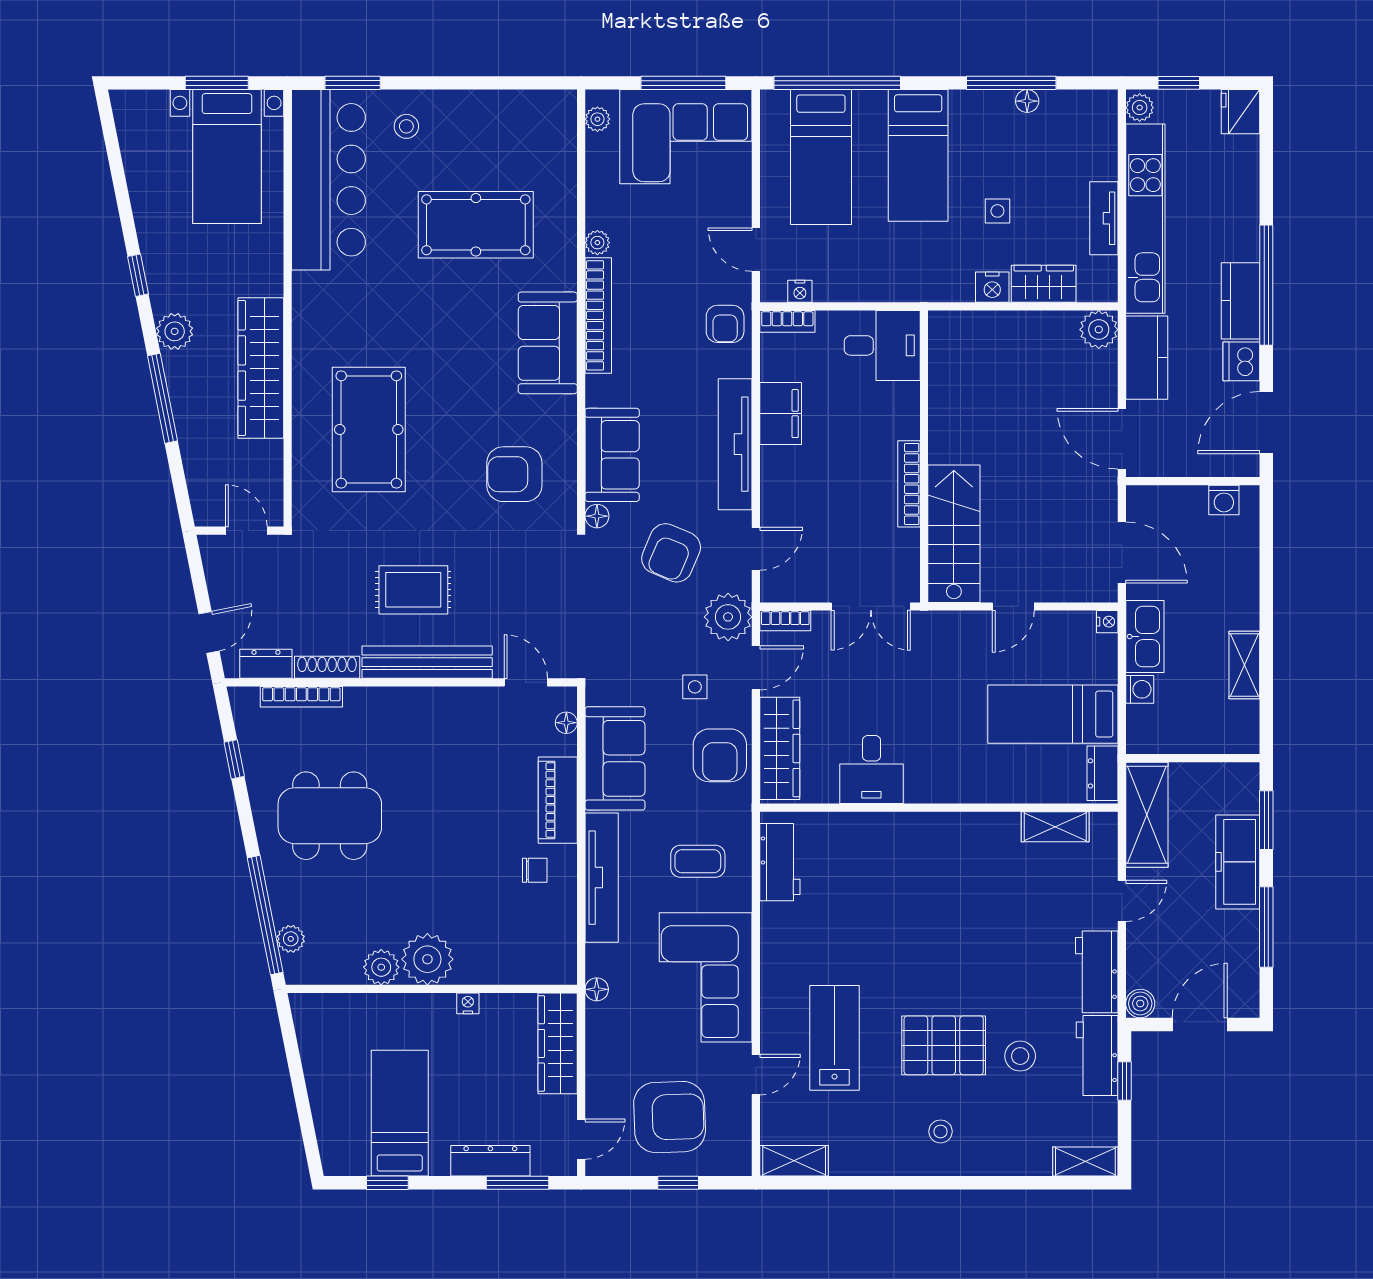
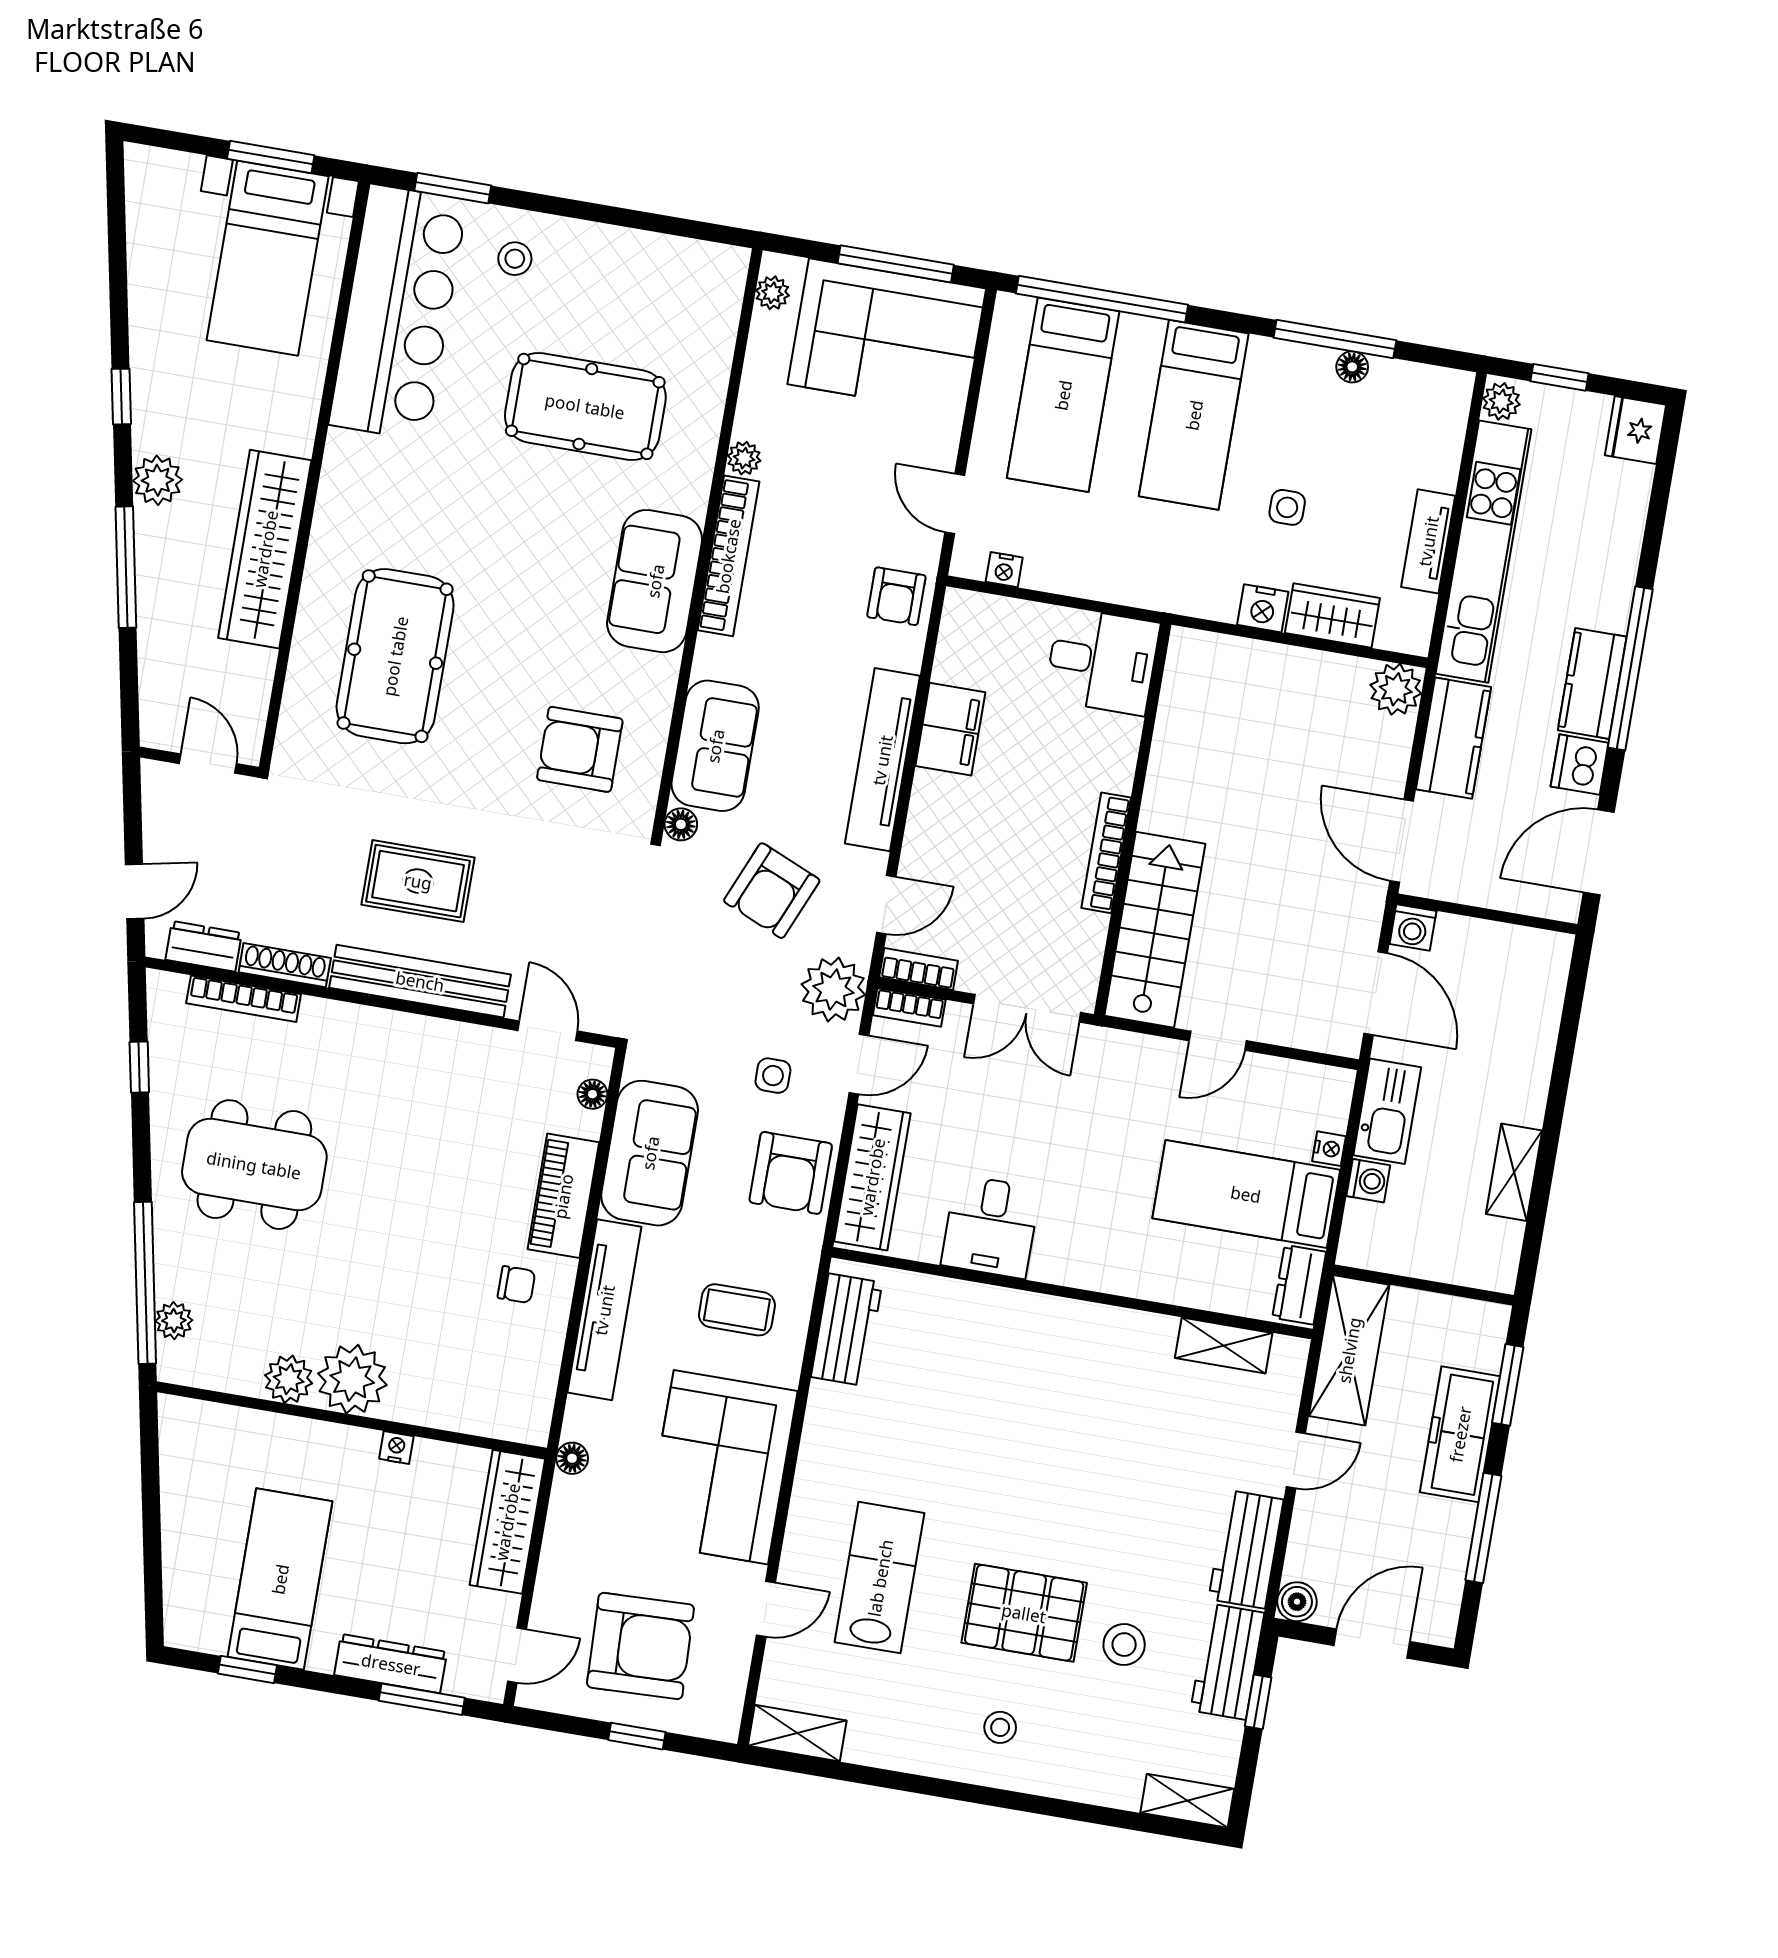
bookcase: (787, 321) -> (919, 969), moved, turned 180
washing machine: (1224, 500) -> (1413, 927), moved
nightstand: (1107, 622) -> (1329, 1149), moved

